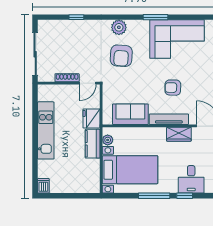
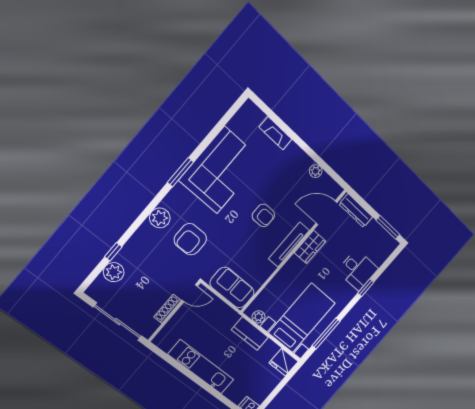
plant: (64, 27) -> (114, 272), added
armchair: (121, 56) -> (190, 239), turned 86
door: (88, 83) -> (190, 293), hinge flipped
armchair: (173, 88) -> (263, 215), turned -91
sofa: (130, 114) -> (232, 288), moved, turned 90
fridge: (91, 118) -> (284, 362), moved
window: (154, 196) -> (326, 334), moved

